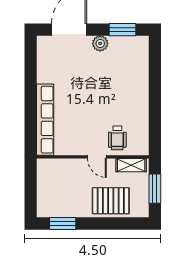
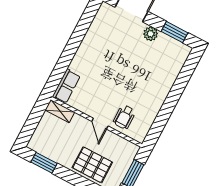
row of seats: (45, 120) -> (66, 86), width x0.50
shelving: (131, 165) -> (60, 111), moved

